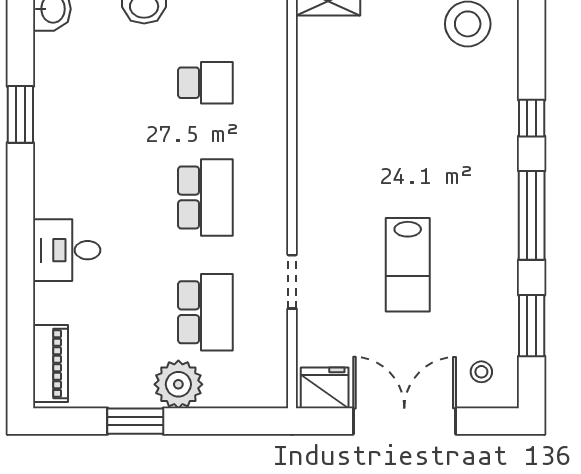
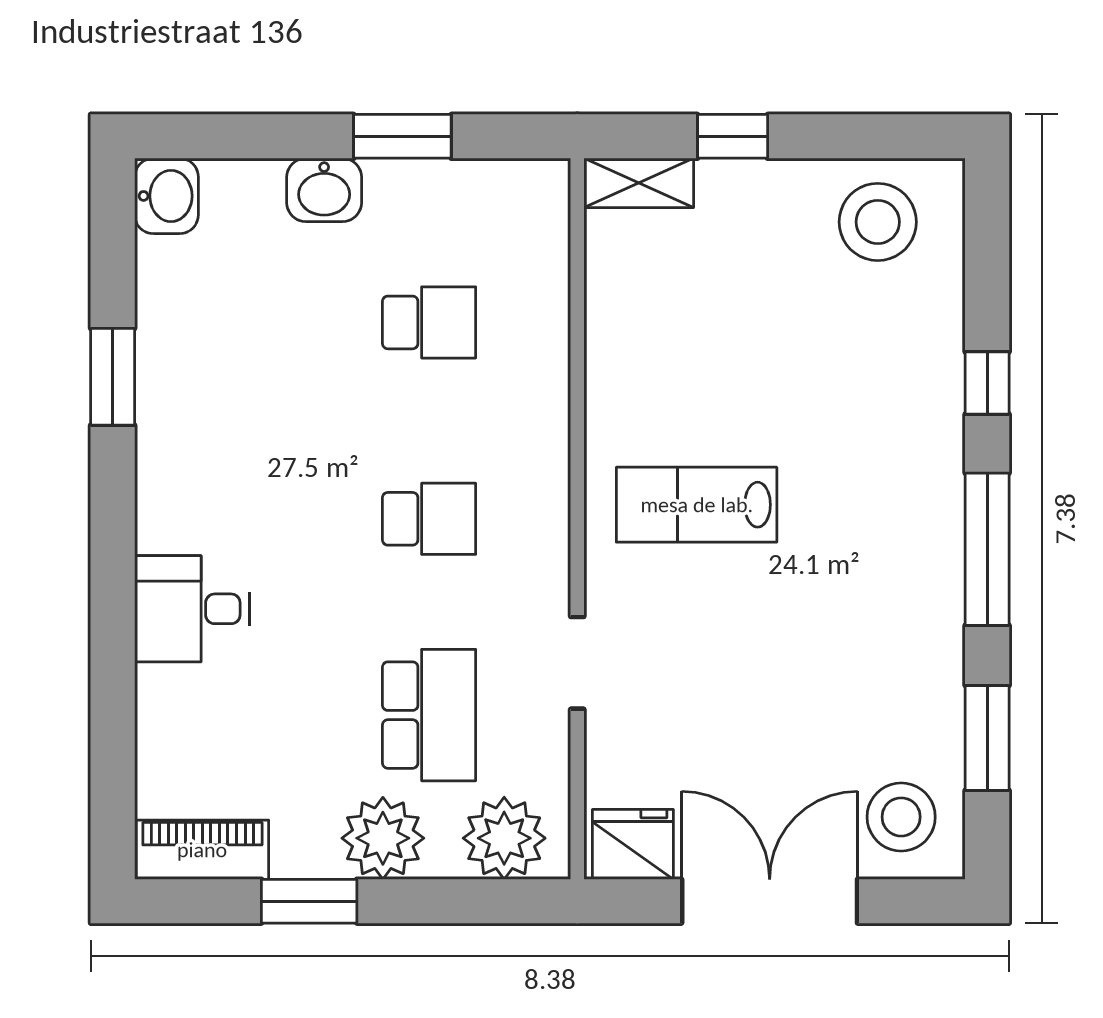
school desk: (205, 197) -> (429, 519), width x0.54
lab bench: (408, 265) -> (697, 505), moved, turned 90
piano: (51, 364) -> (202, 850), moved, turned -90
stool: (481, 372) -> (901, 817), width x1.89, depth x1.89
plant: (249, 384) -> (504, 838), added

